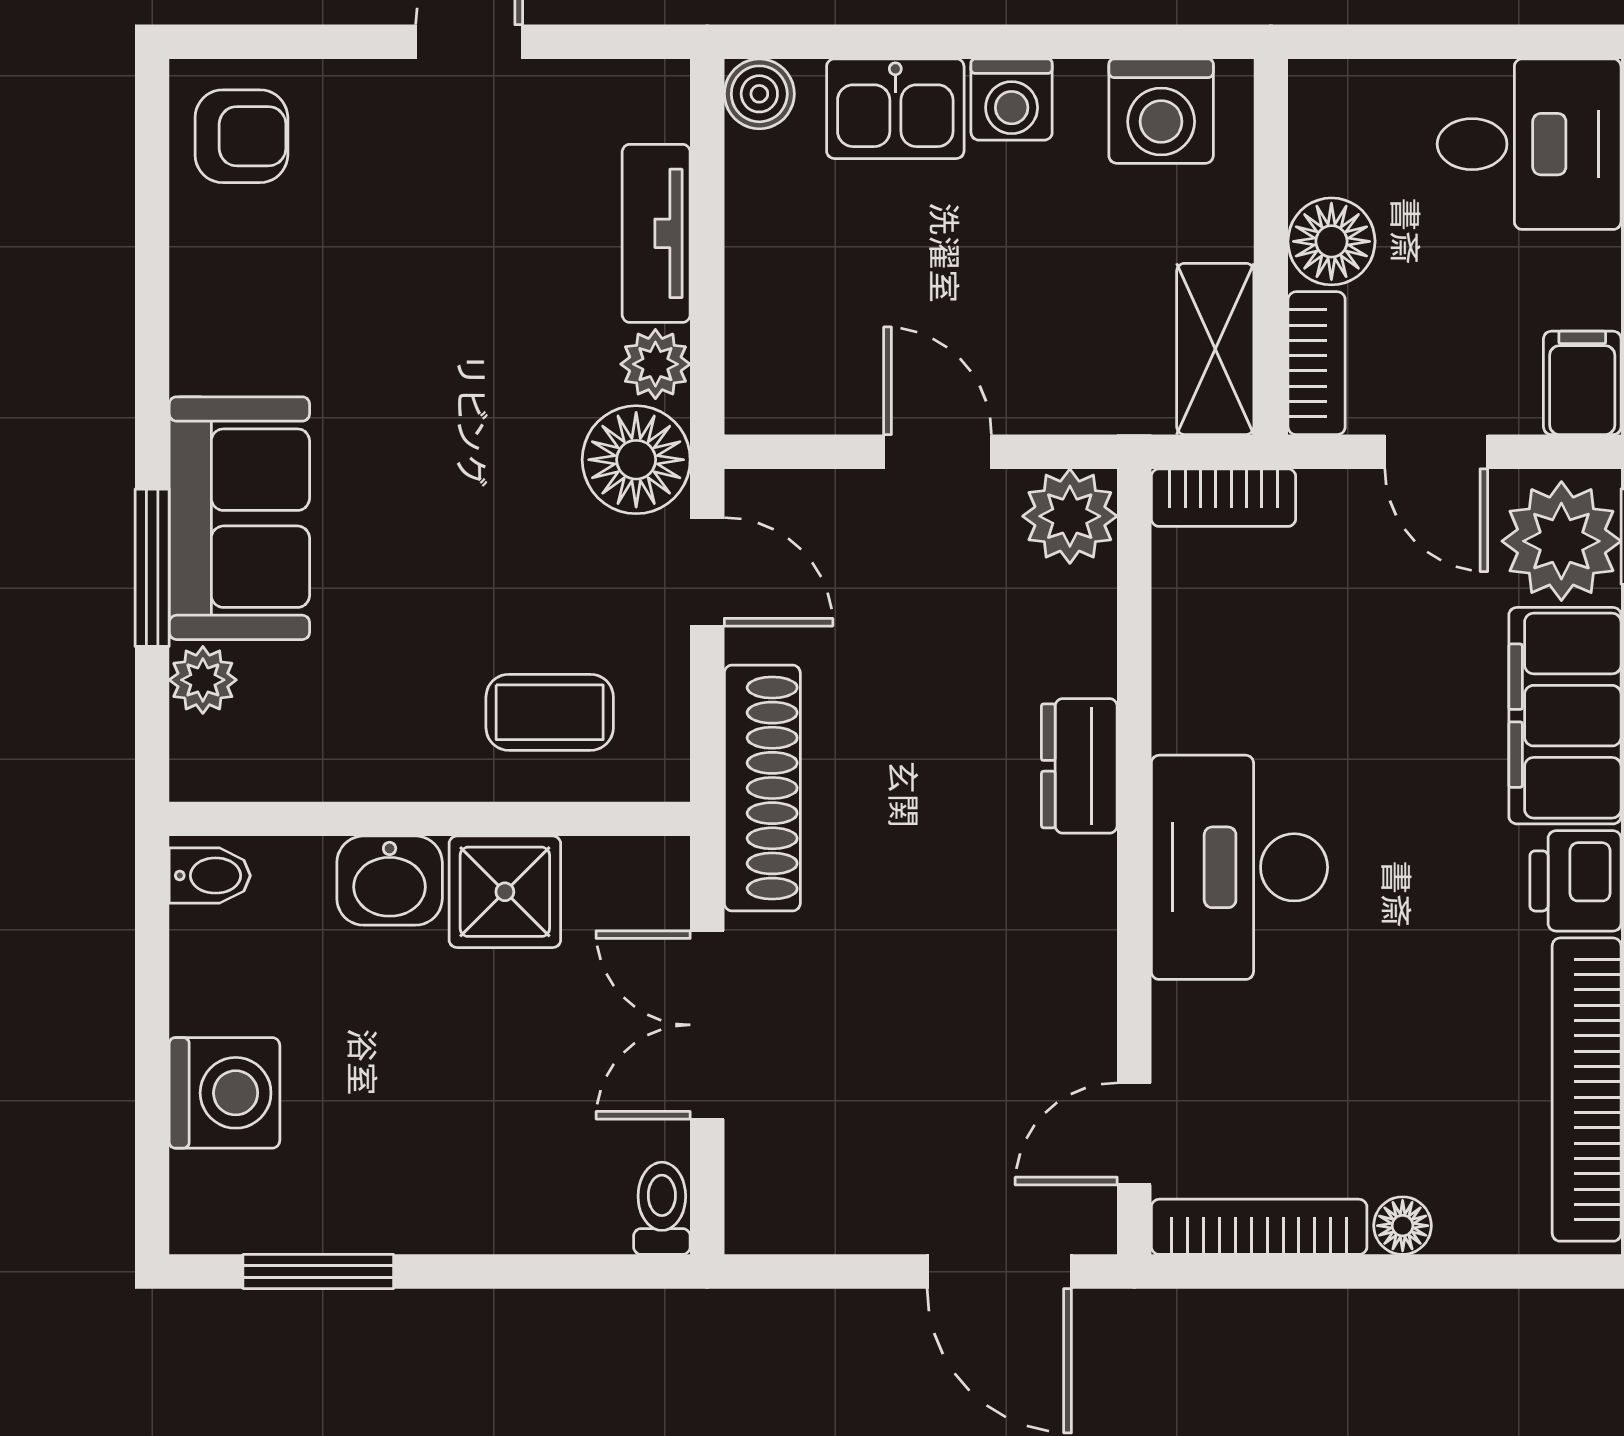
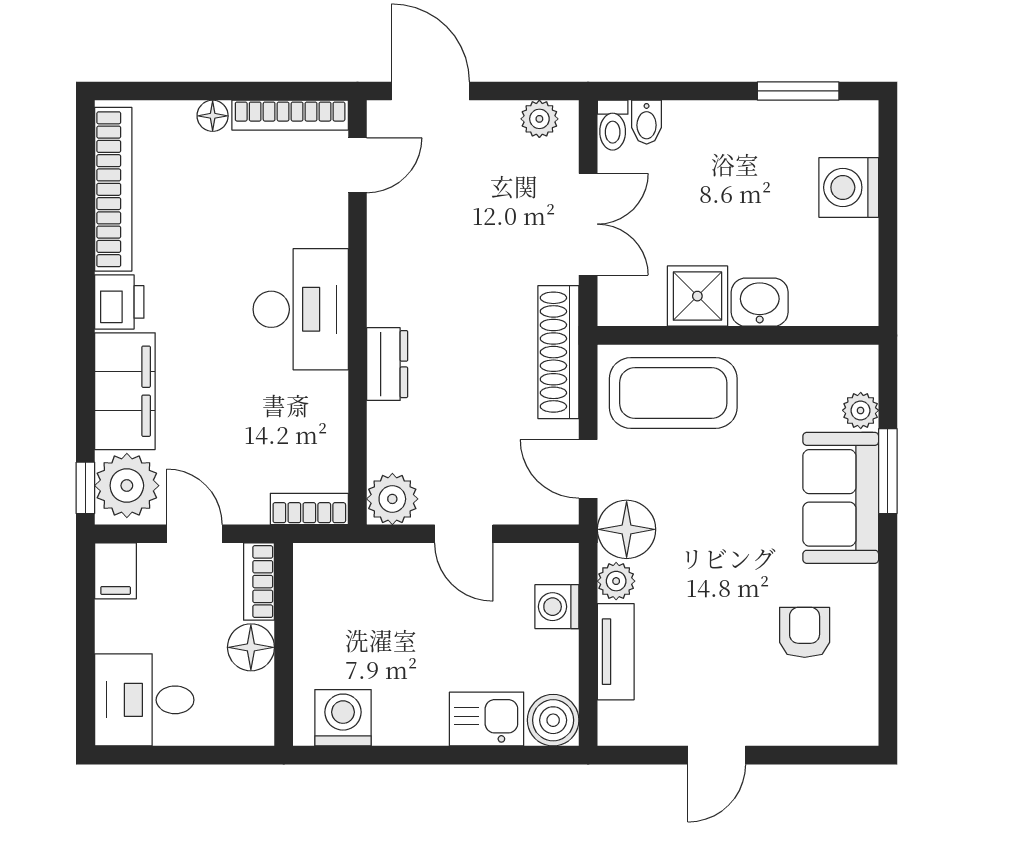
boiler: (759, 94) -> (553, 720), width x1.36, depth x1.36
washing machine: (1012, 99) -> (557, 607), moved, turned -90
armchair: (241, 136) -> (805, 632), moved, turned 90
shelving: (1215, 349) -> (314, 589), removed
coffee table: (550, 712) -> (673, 393), width x1.86, depth x1.72
bidet: (210, 876) -> (647, 122), moved, turned -90
plant: (797, 1220) -> (539, 119), added

